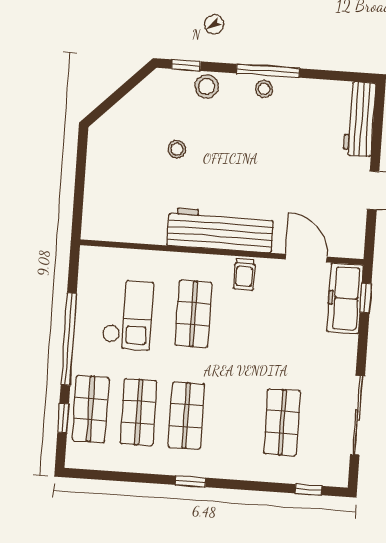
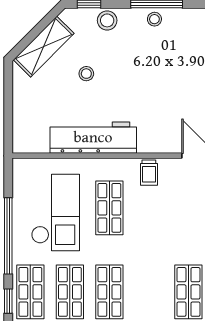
shelving: (127, 113) -> (44, 47), added
workbench: (220, 230) -> (93, 138), moved
checkout: (128, 315) -> (56, 212), width x1.36, depth x1.21

